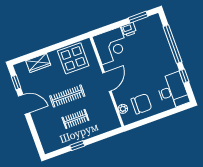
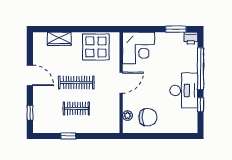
printer: (129, 29) -> (191, 38), moved
window: (16, 82) -> (30, 113), moved
desk: (173, 91) -> (184, 90), moved

